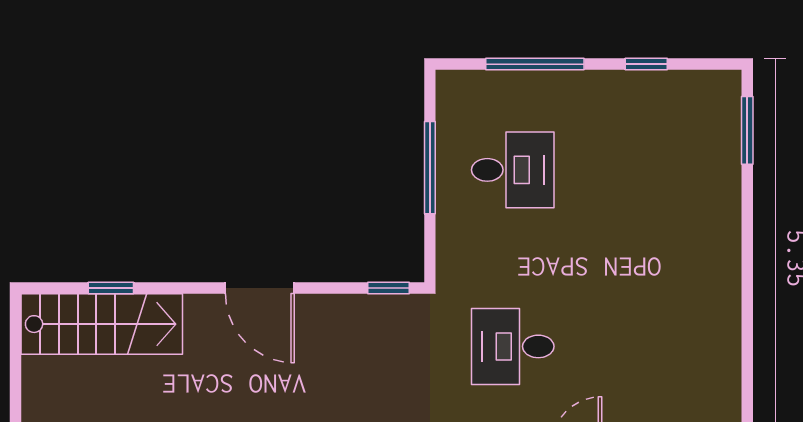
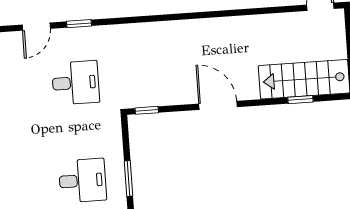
window: (430, 168) -> (128, 179), width x0.69
desk: (513, 170) -> (82, 181), turned 180

